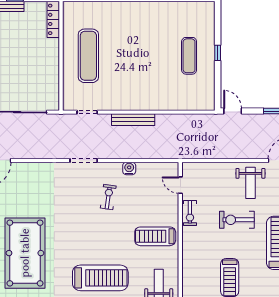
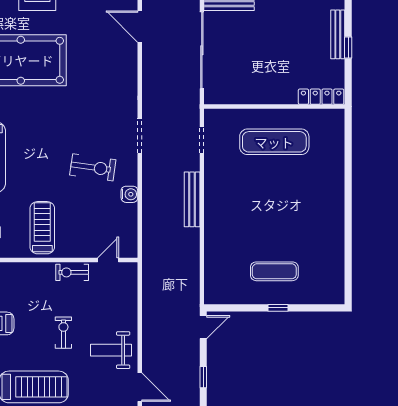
exercise bike: (108, 197) -> (93, 167), width x1.38, depth x1.39
exercise bike: (237, 220) -> (63, 333), width x0.73, depth x0.72

